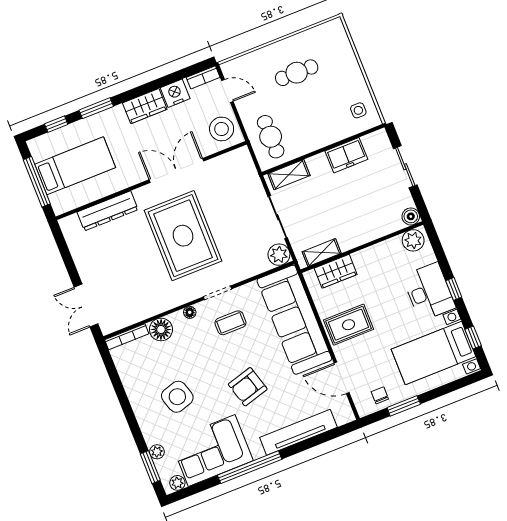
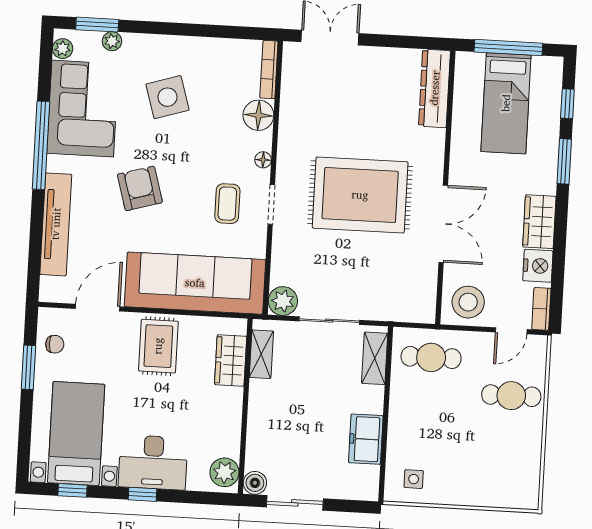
cafe table: (297, 73) -> (511, 396), moved, turned 90
sliding door: (405, 167) -> (295, 503), moved
dresser: (108, 211) -> (435, 88), moved

